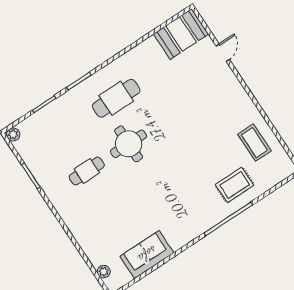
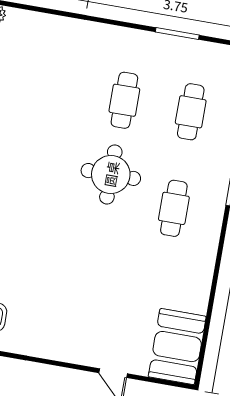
cafe table: (116, 98) -> (174, 208), width x0.73, depth x0.74
cafe table: (62, 134) -> (191, 112), added

